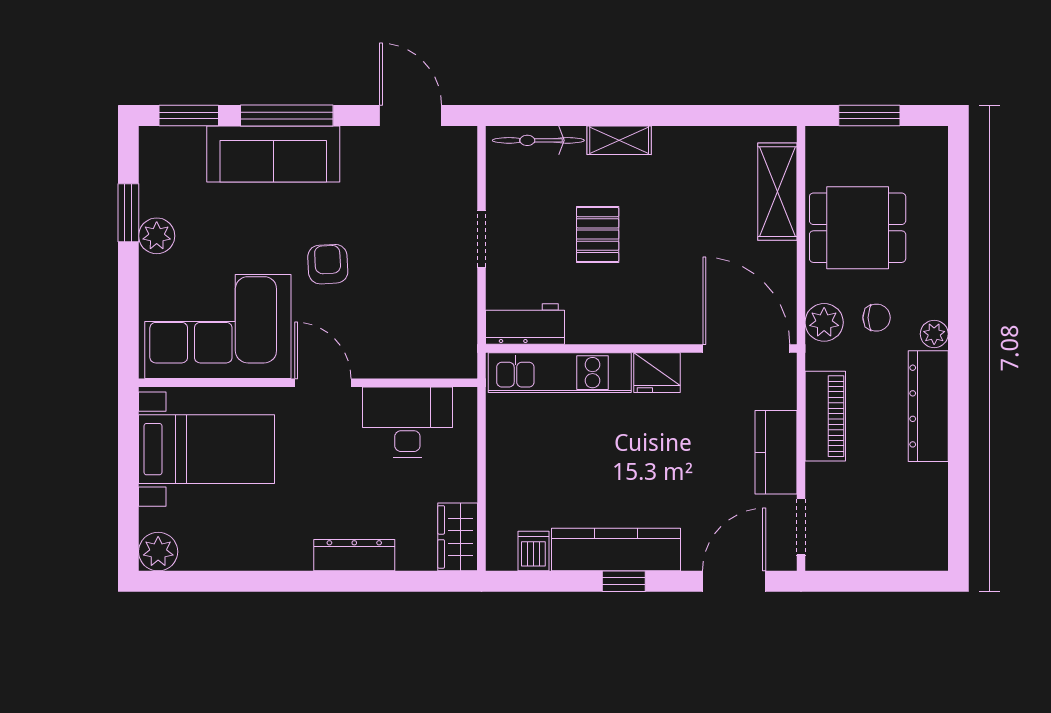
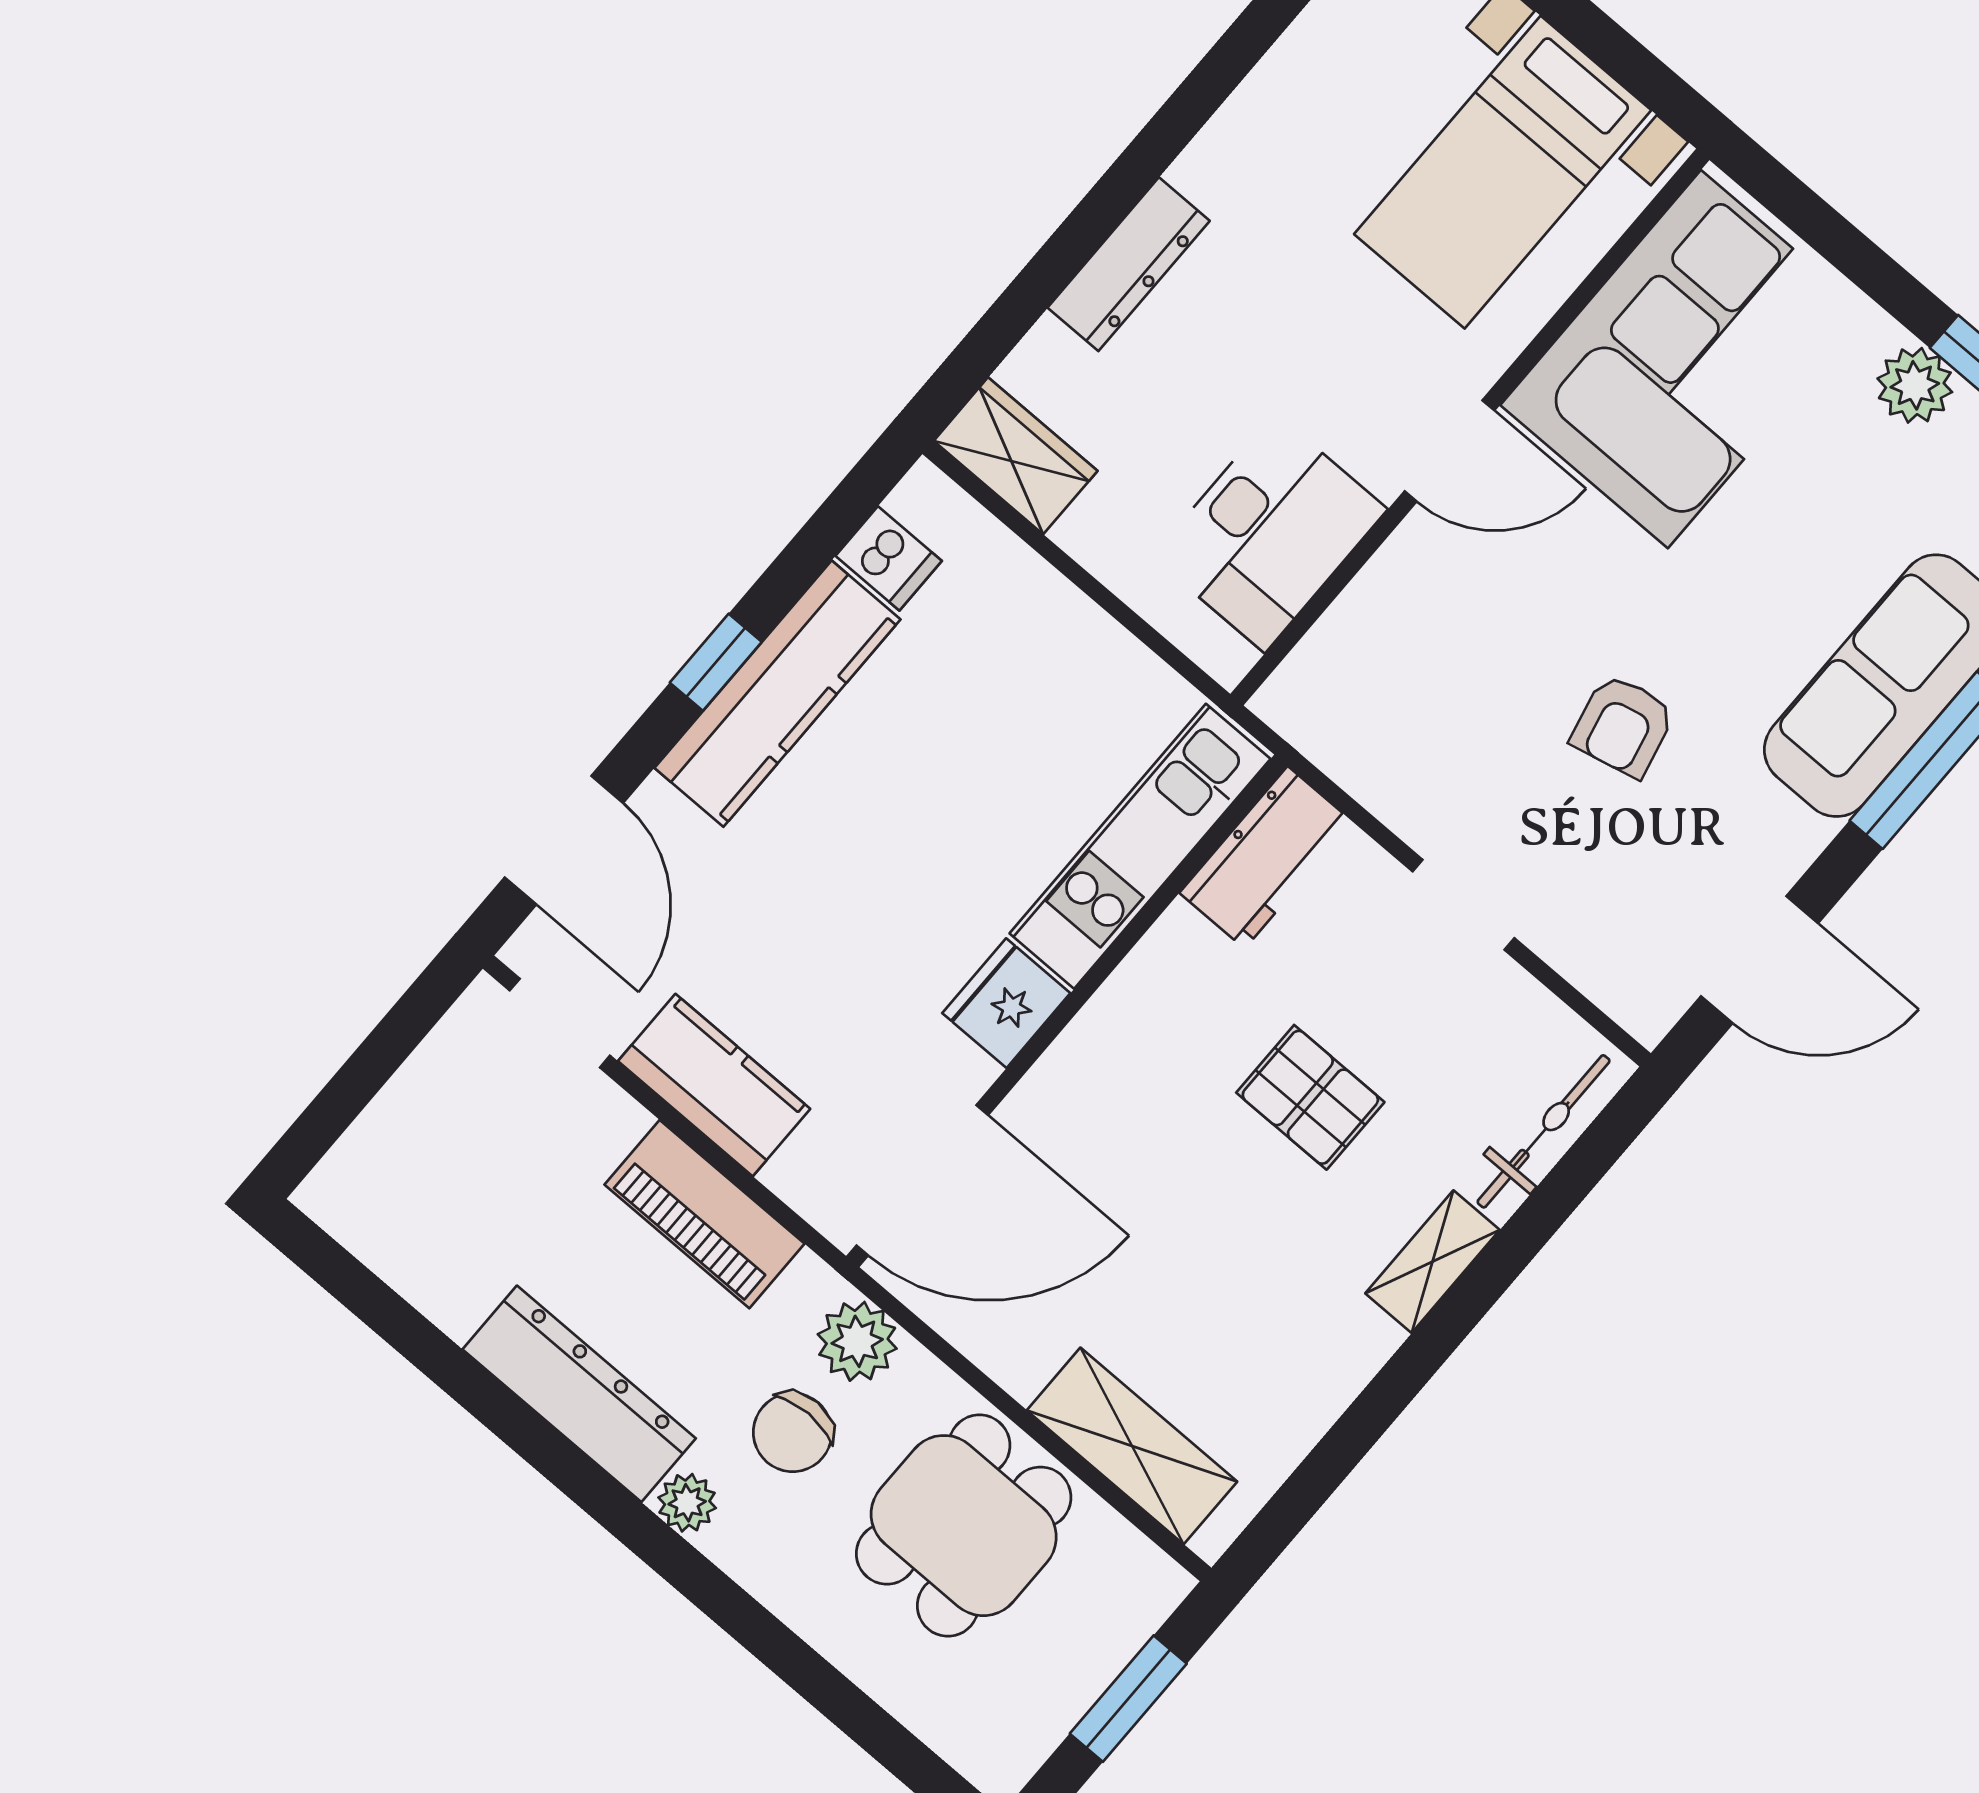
armchair: (328, 264) -> (1623, 726), moved, turned 80
chair: (877, 318) -> (793, 1432), width x1.37, depth x1.37

